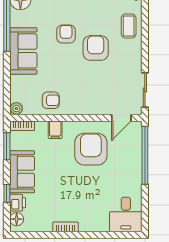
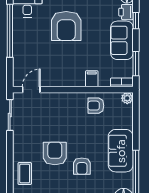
armchair: (96, 48) -> (55, 153), turned 180
armchair: (91, 149) -> (66, 26), moved
window: (145, 155) -> (10, 31), moved

